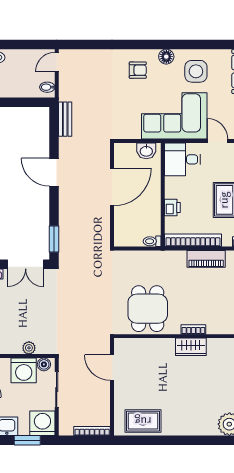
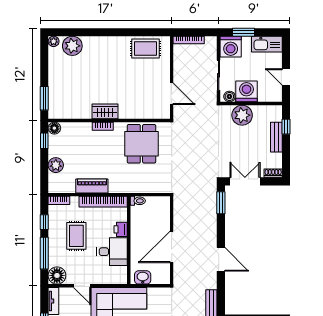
desk: (182, 159) -> (112, 252), moved
plant: (29, 348) -> (242, 115), width x1.88, depth x1.88

